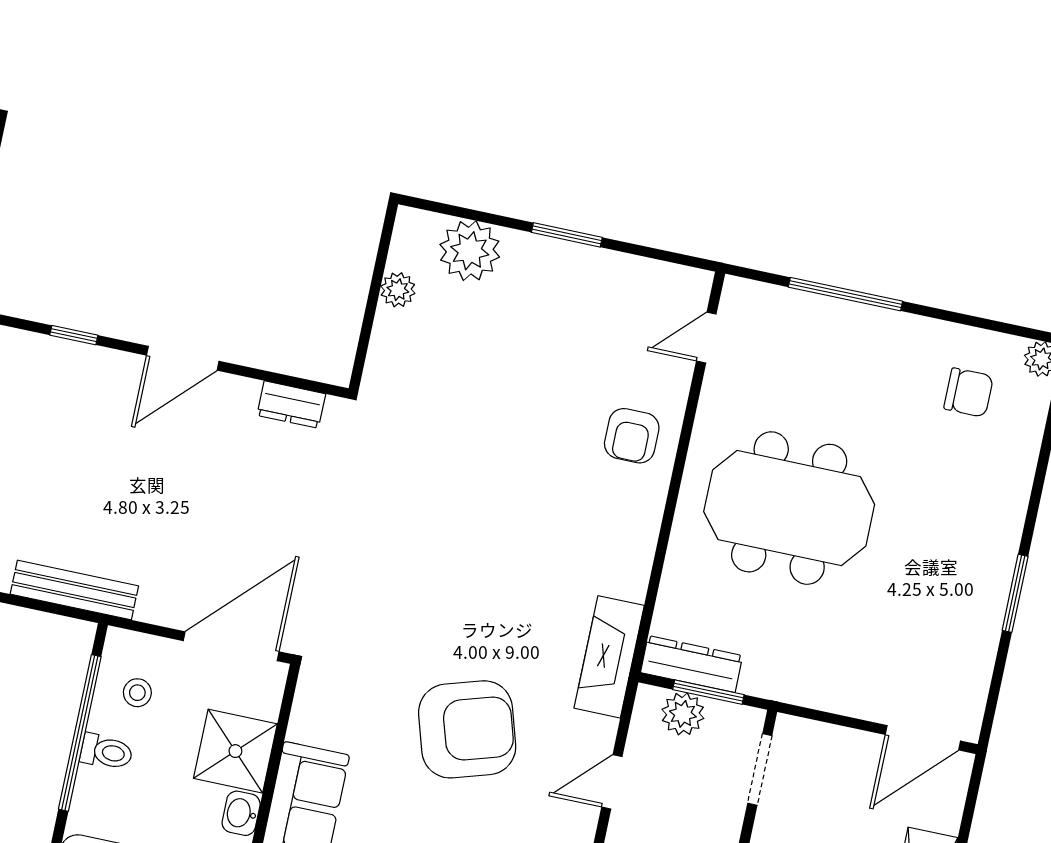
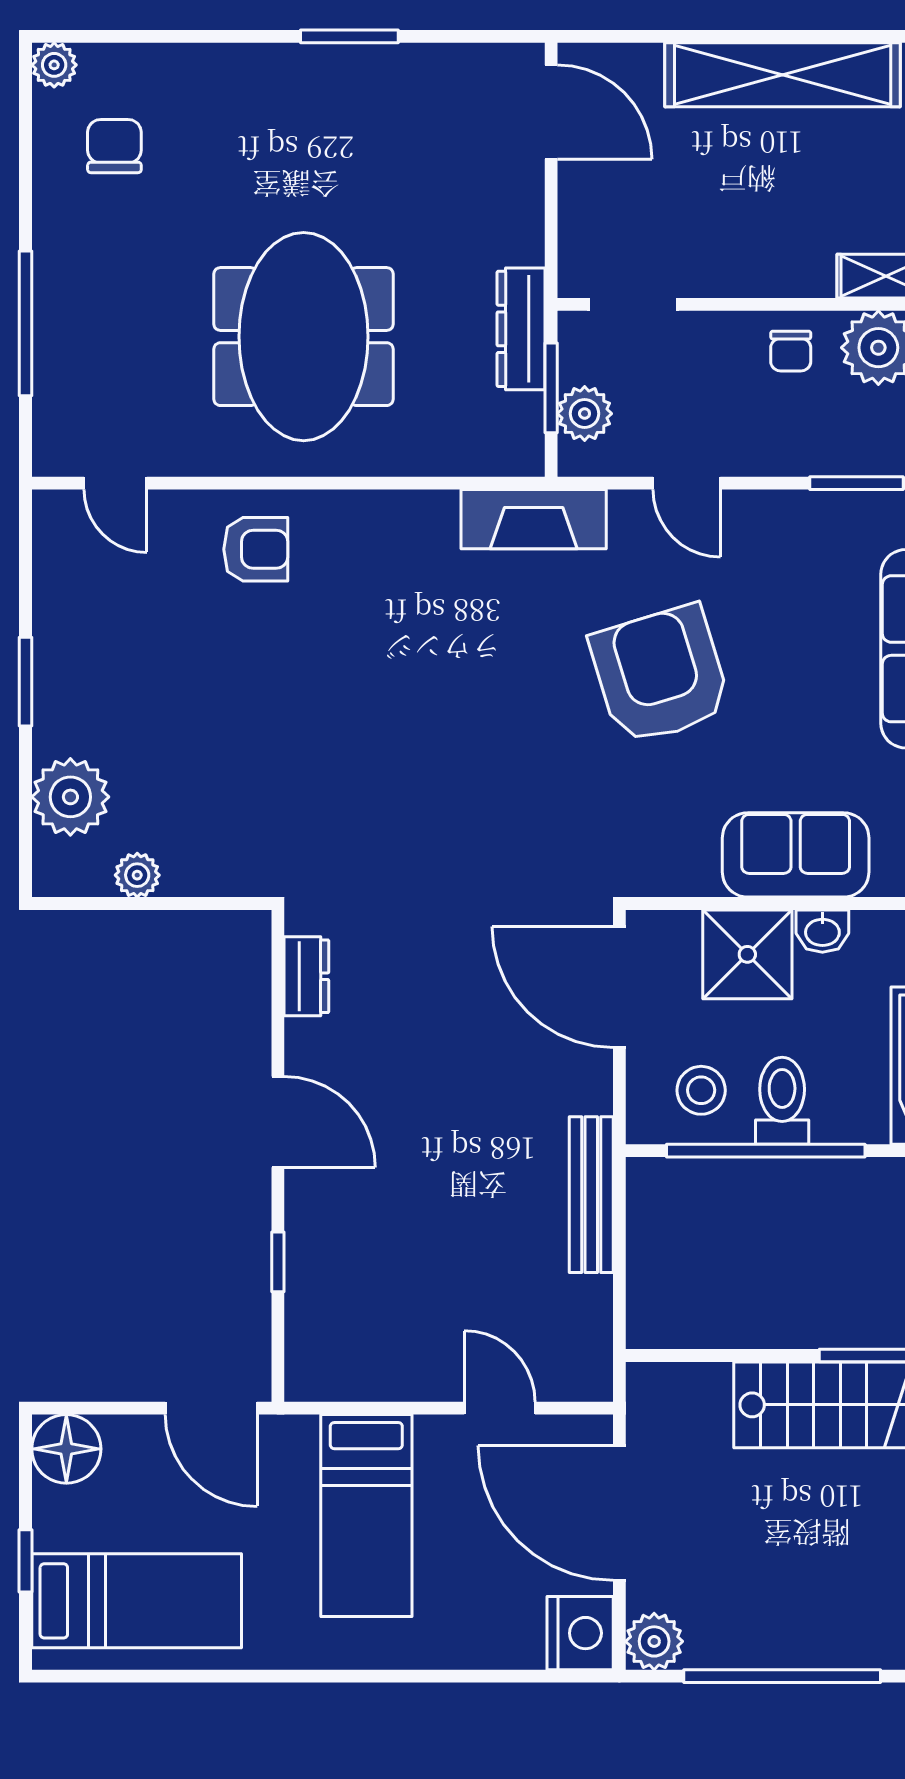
dresser: (692, 664) -> (521, 329), moved
stool: (137, 693) -> (701, 1090), width x1.37, depth x1.37
toilet: (106, 752) -> (782, 1101), width x1.37, depth x1.39

